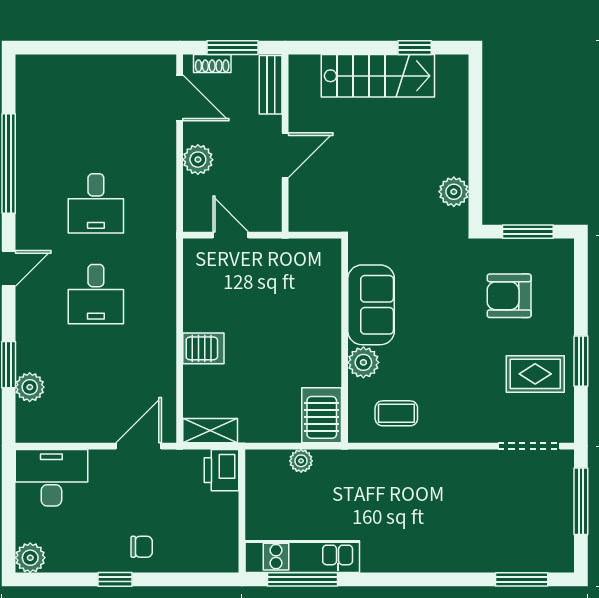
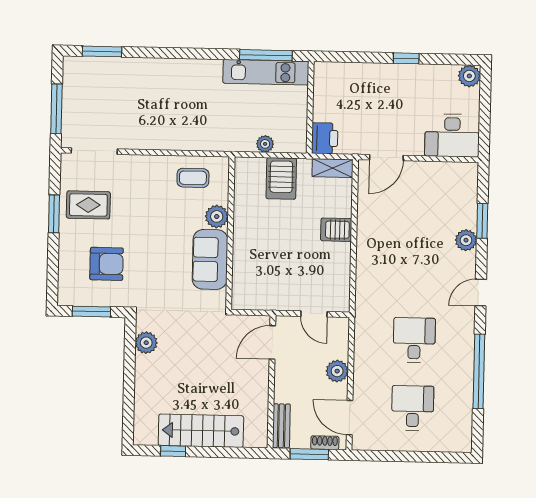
door: (285, 155) -> (272, 342), moved
desk: (96, 294) -> (413, 408), moved
plant: (30, 387) -> (466, 240), moved
server rack: (322, 415) -> (281, 178), moved
chair: (142, 547) -> (386, 82), removed

